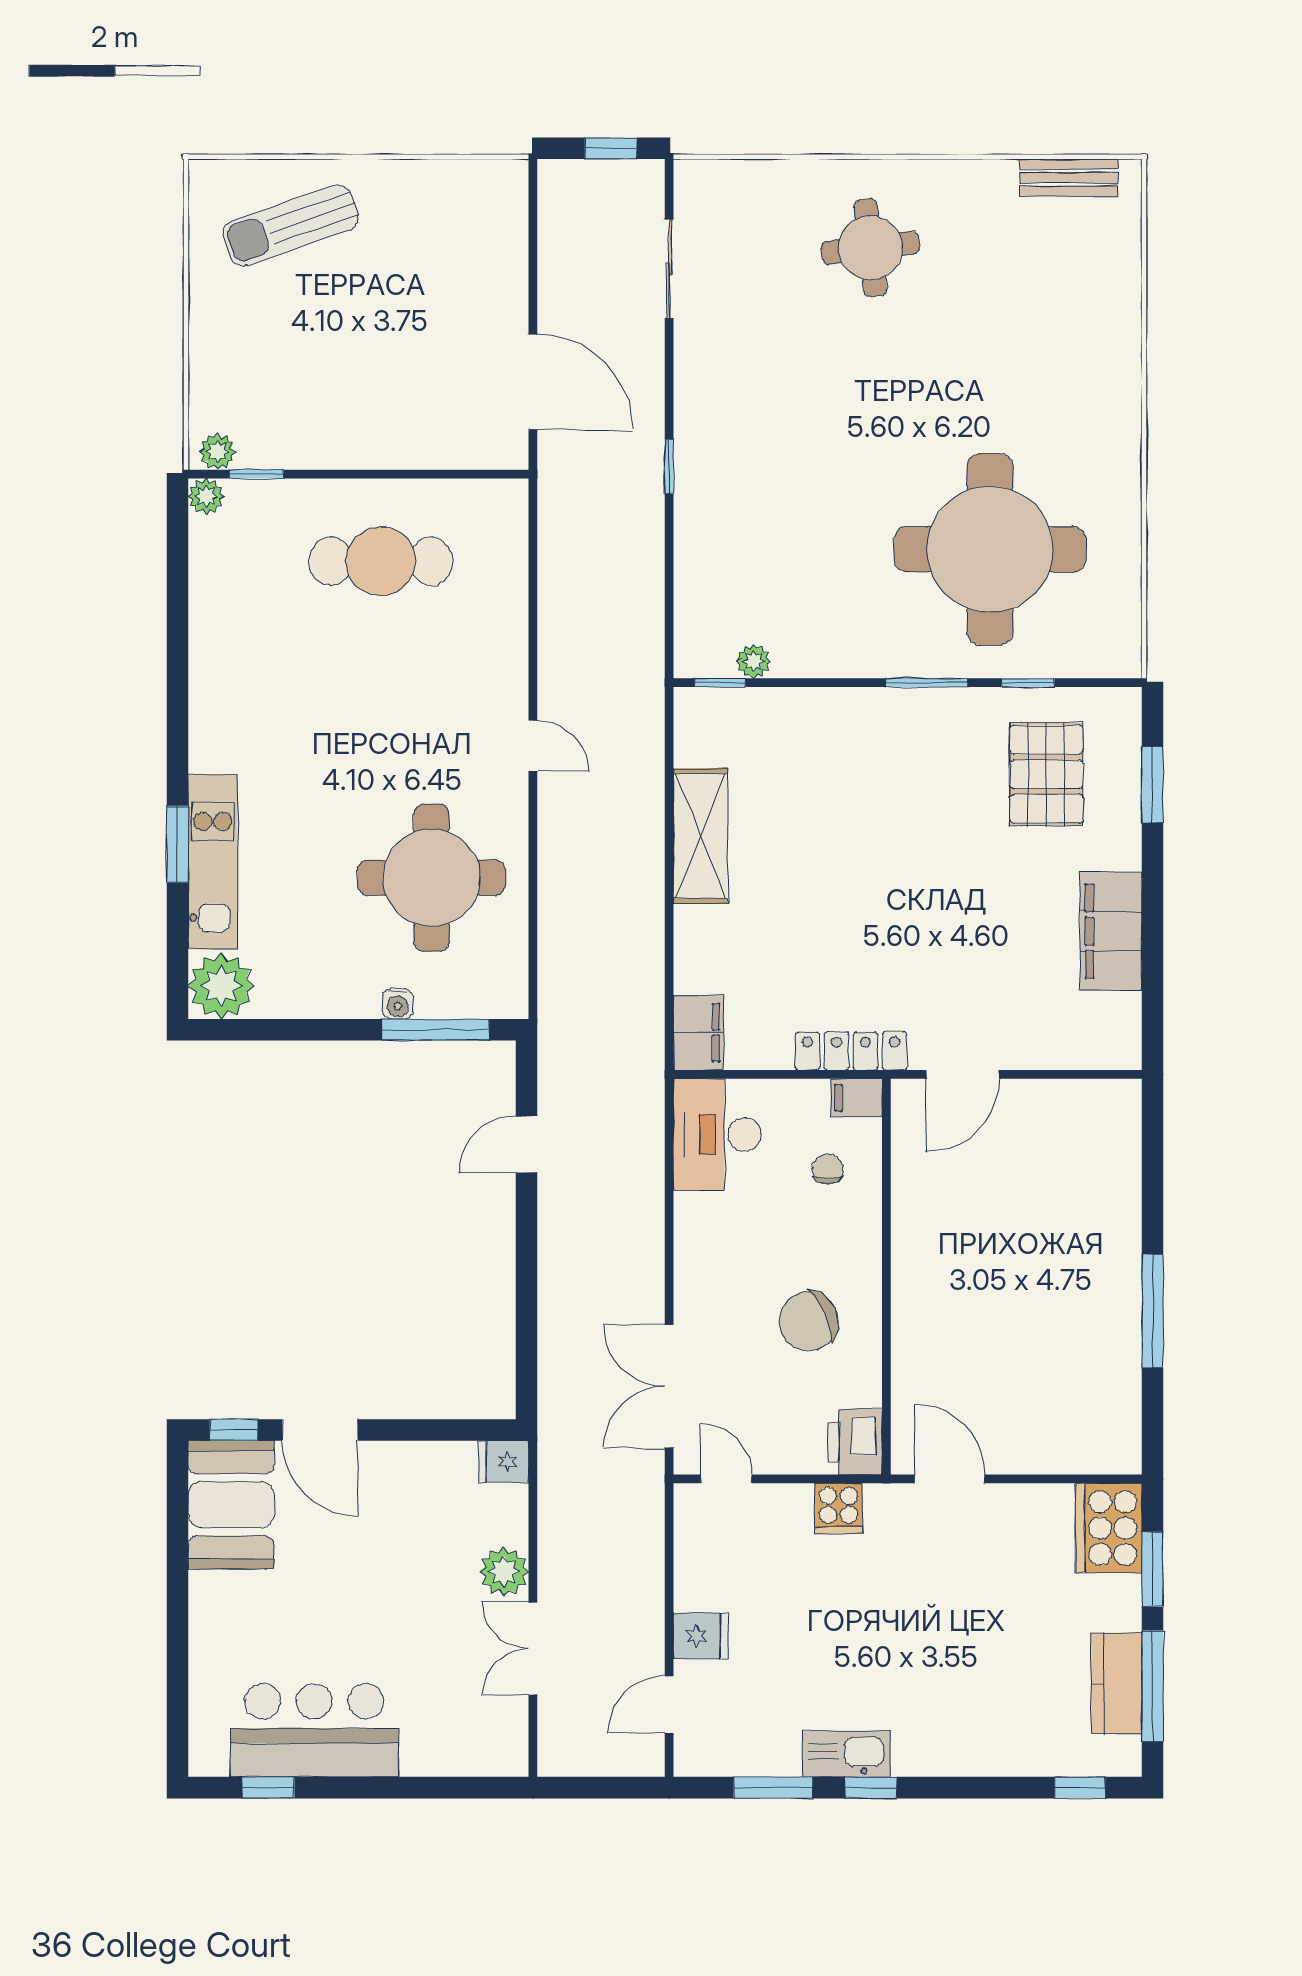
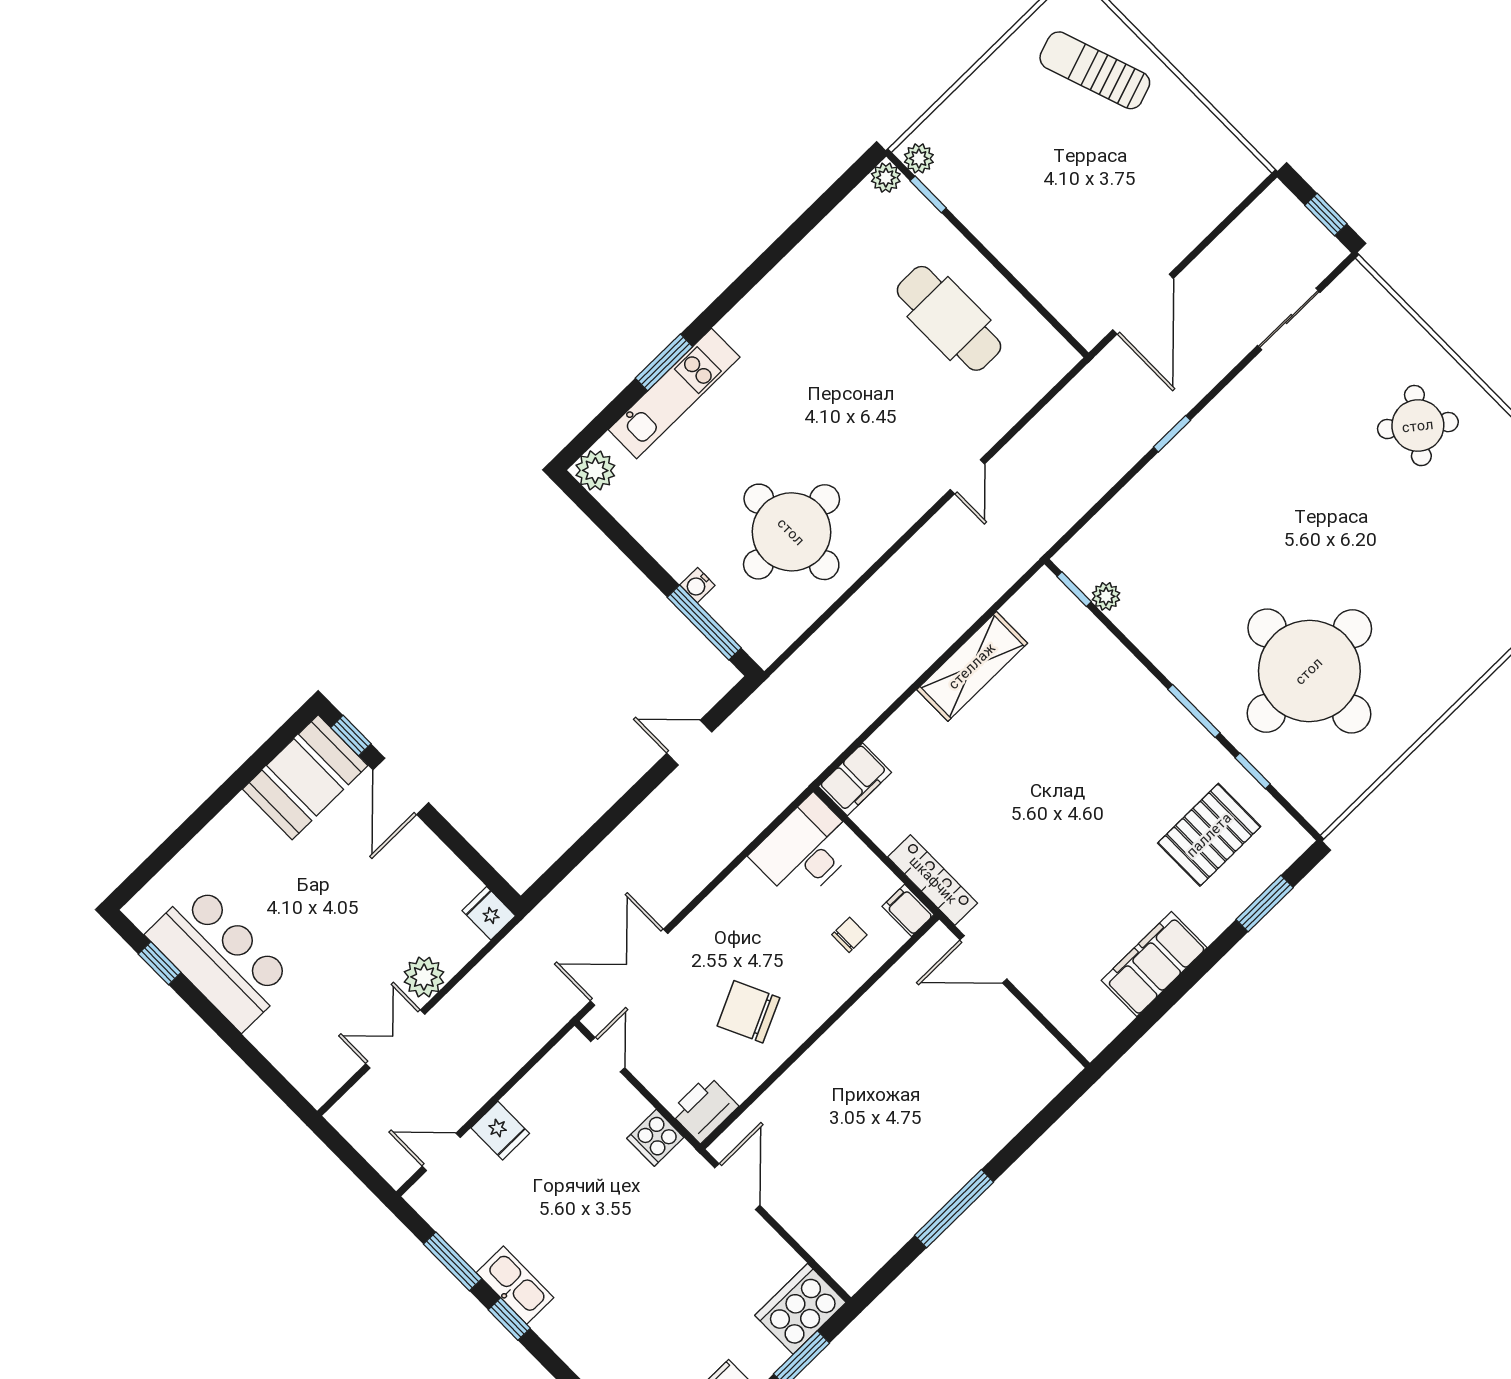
round table: (870, 248) -> (1418, 426), turned 45
door: (533, 746) -> (967, 477), moved
plant: (221, 986) -> (595, 470), width x0.73, depth x0.73

